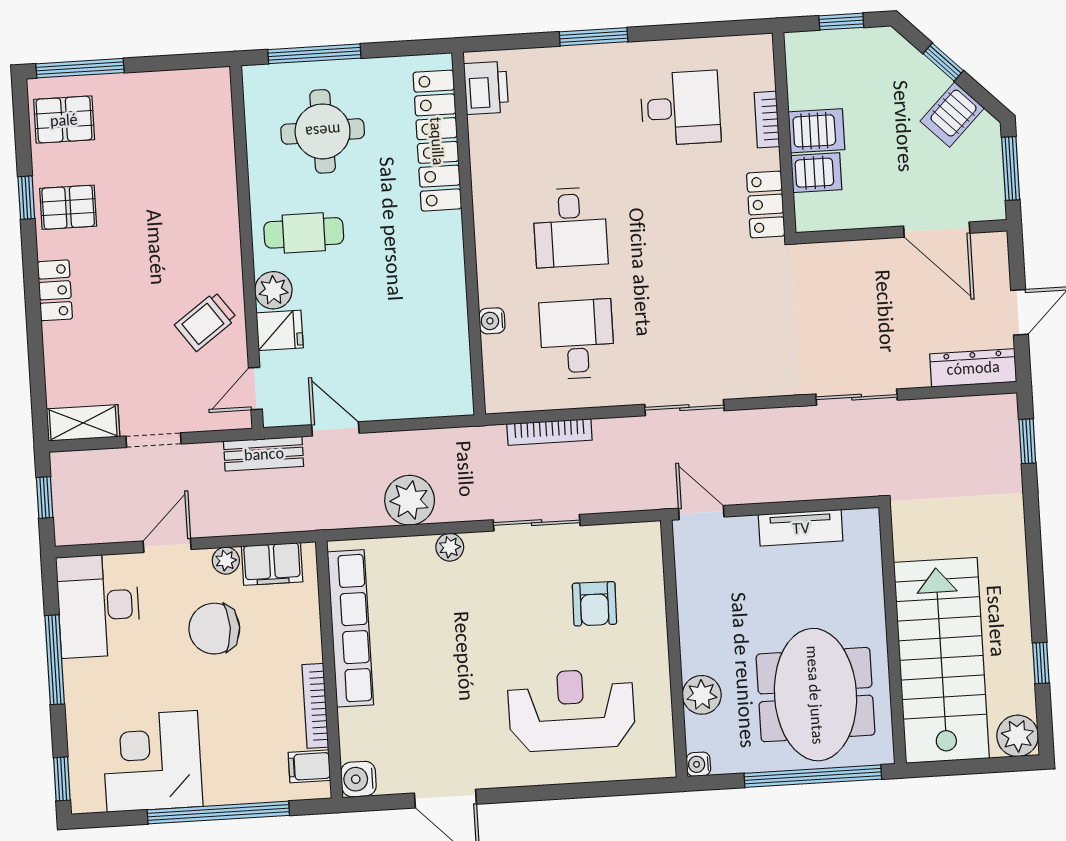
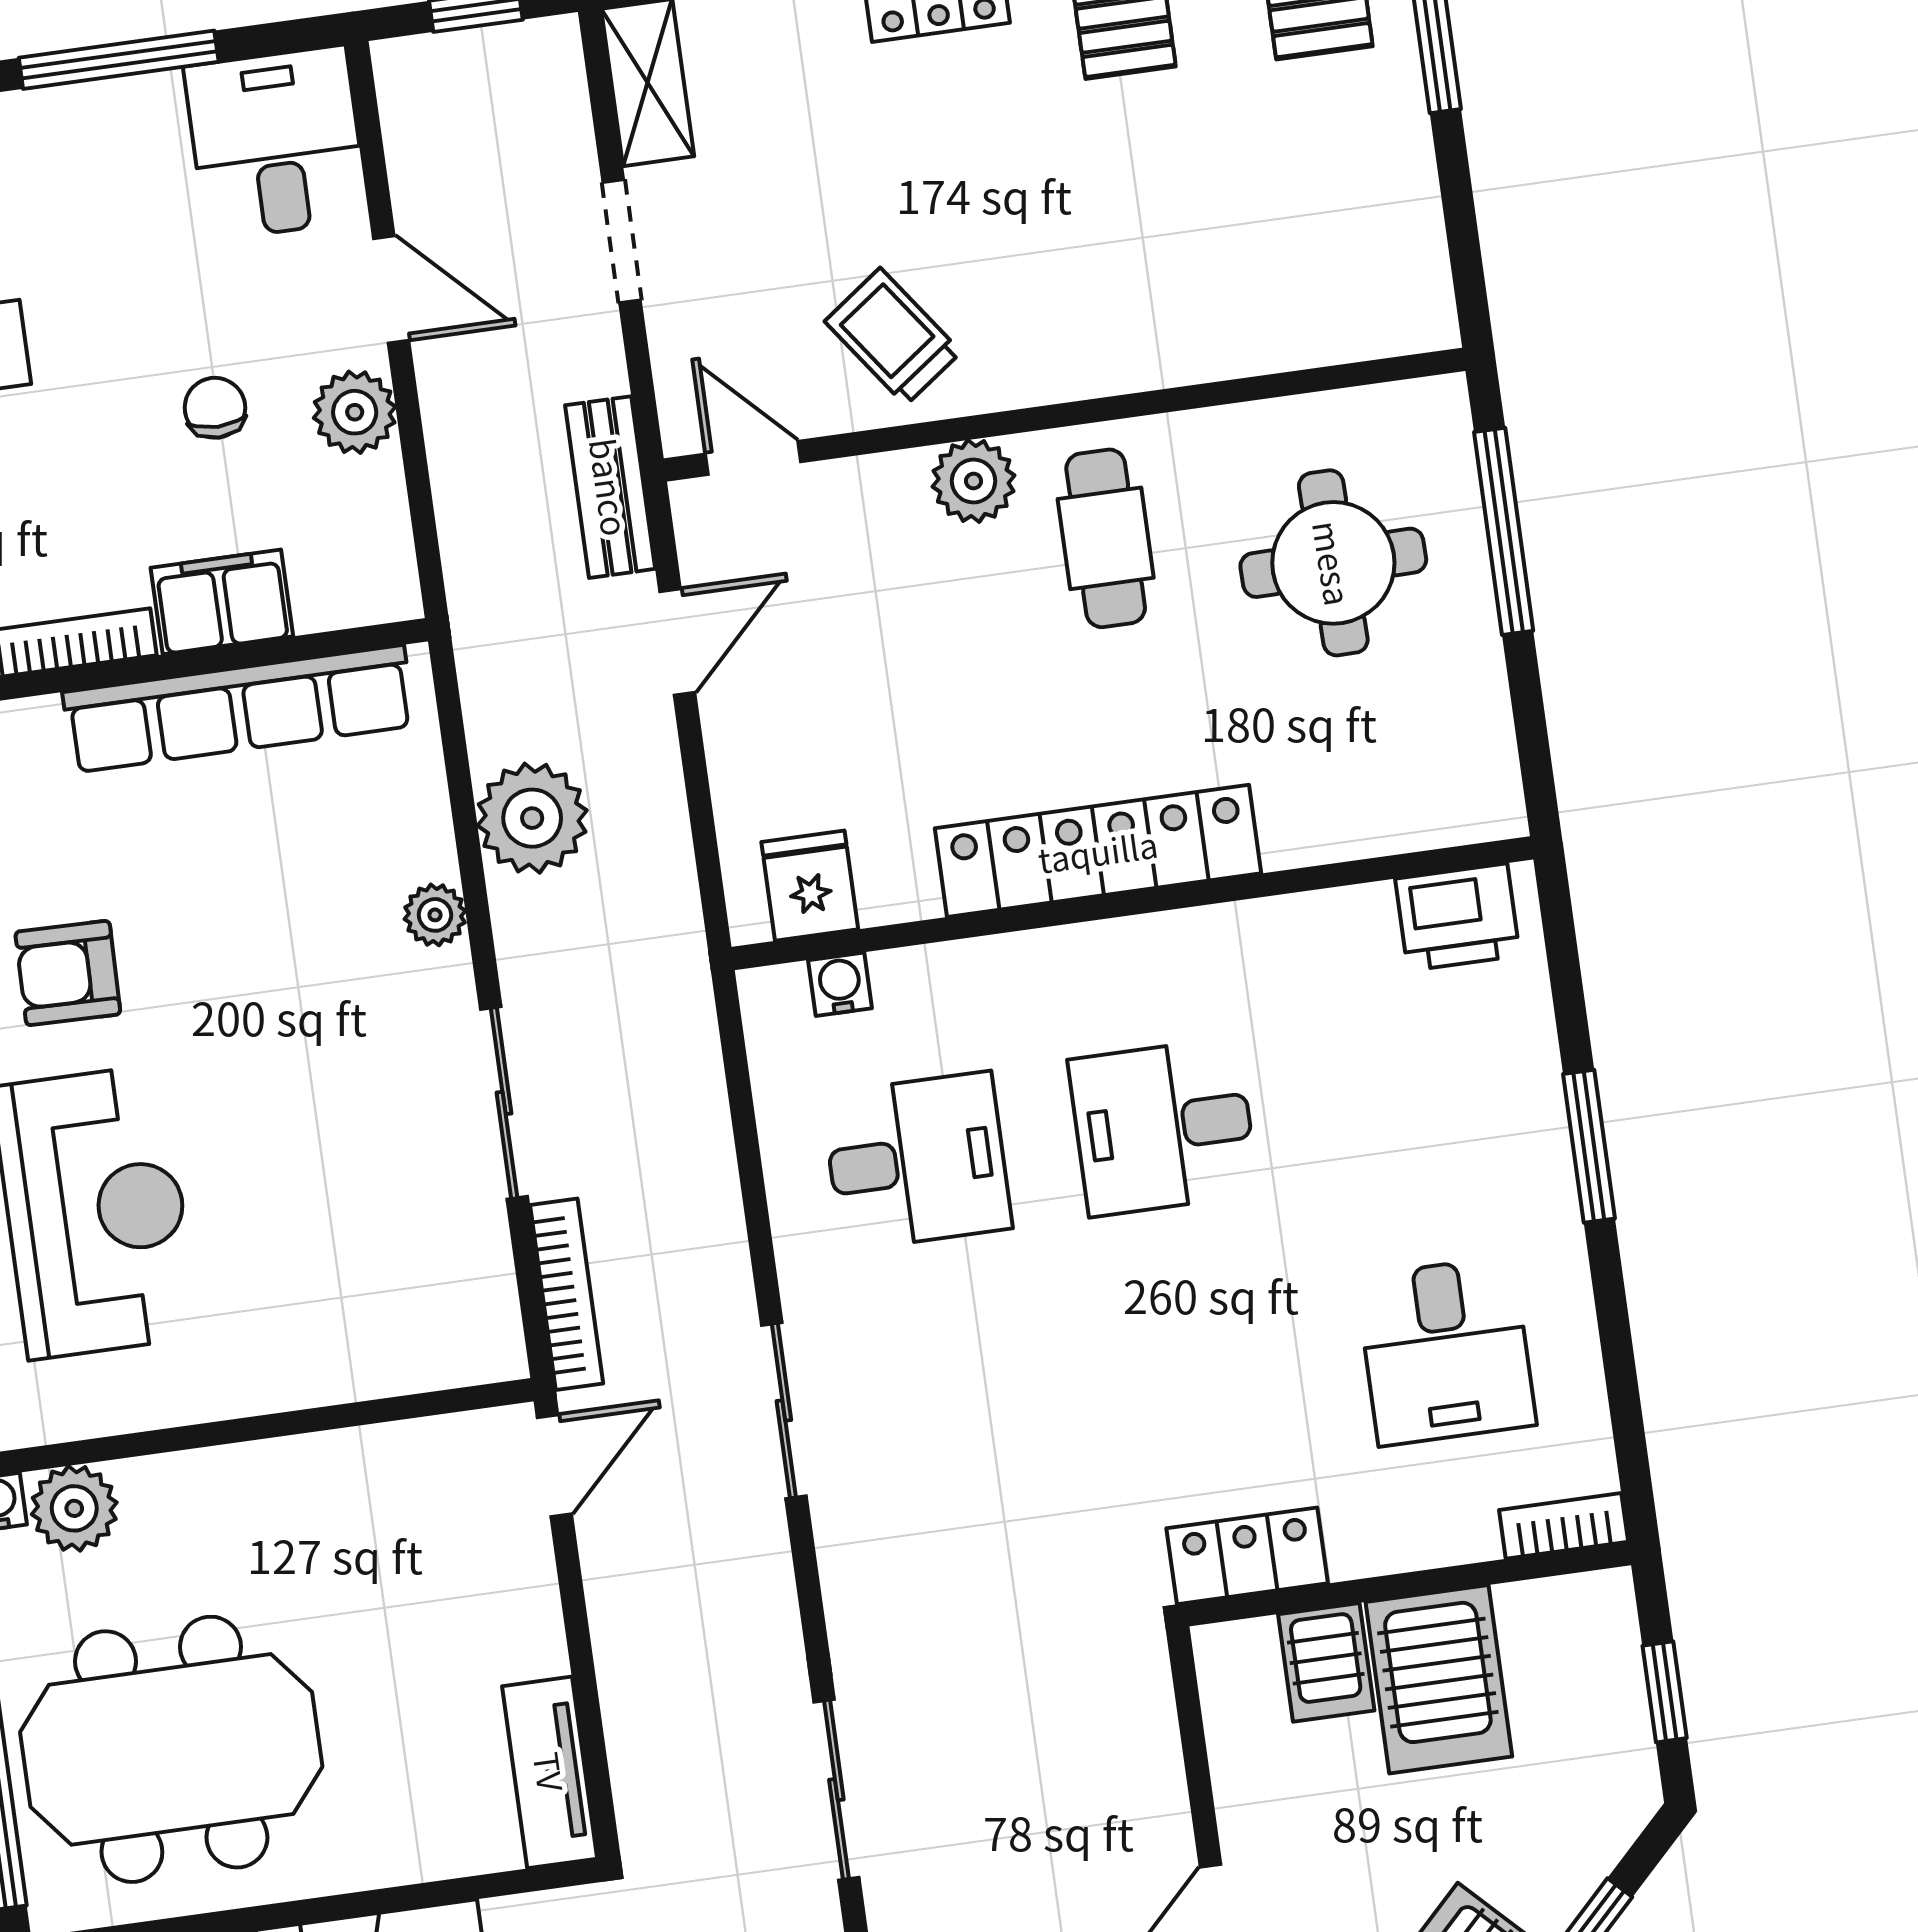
bookcase: (767, 120) -> (1564, 1526), moved
server rack: (816, 131) -> (1439, 1679), width x1.36, depth x1.44
locker: (437, 141) -> (1098, 851), moved
water cooler: (492, 321) -> (840, 984), moved
fridge: (280, 330) -> (810, 886), moved, turned 180
bookcase: (549, 432) -> (567, 1294), moved, turned 180
tv unit: (801, 528) -> (550, 1772), moved
plant: (226, 561) -> (355, 412), width x1.38, depth x1.38
filing cabinet: (272, 564) -> (222, 602), moved, turned 90
armchair: (594, 604) -> (68, 973), moved
desk: (98, 606) -> (276, 143), width x0.73
chair: (214, 629) -> (215, 408), width x0.54, depth x0.54
plant: (702, 695) -> (74, 1508), moved

